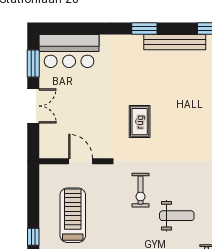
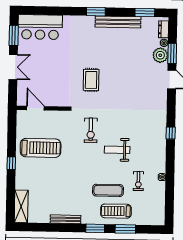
door: (81, 161) -> (35, 108), moved
treadmill: (73, 215) -> (41, 148), turned 90
weight bench: (177, 216) -> (117, 150), turned 180

